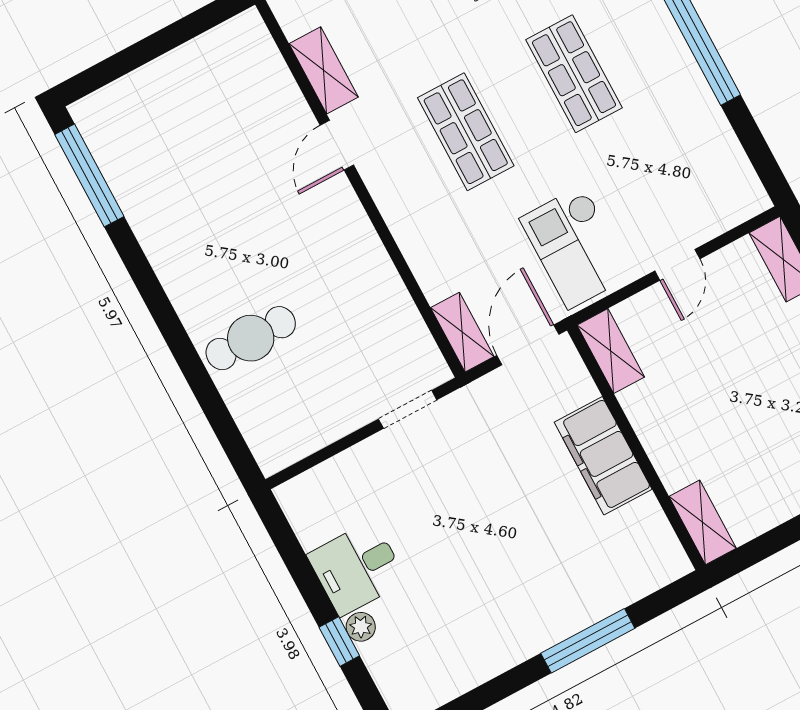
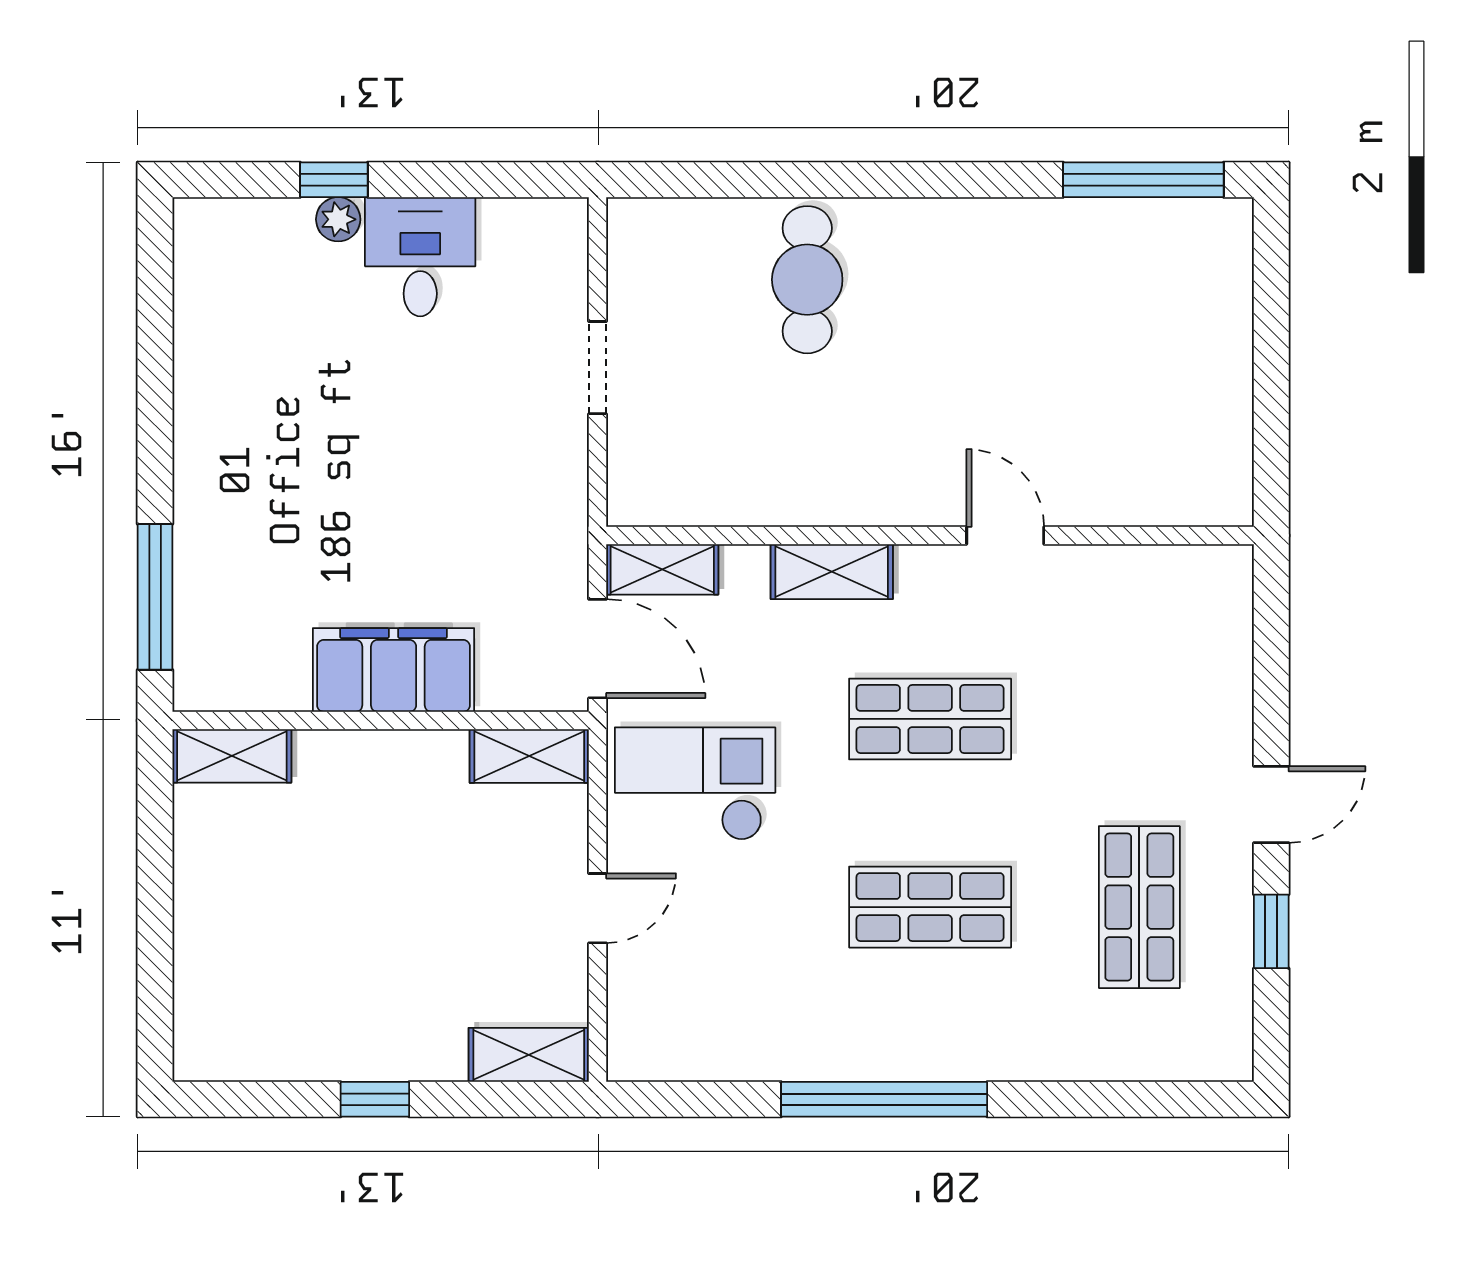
shelving: (324, 70) -> (832, 572), moved
door: (677, 265) -> (598, 908), swing flipped
doorway: (408, 409) -> (598, 368), moved
window: (588, 641) -> (155, 597), moved

